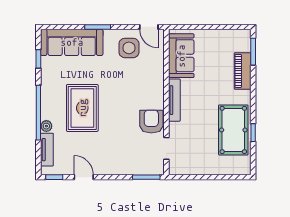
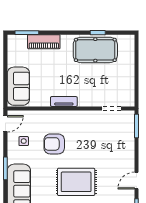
side table: (129, 48) -> (24, 141), width x0.54, depth x0.54
sofa: (181, 56) -> (18, 86), moved, turned 90
tv unit: (174, 100) -> (64, 101), width x0.71
armchair: (151, 122) -> (54, 144), moved

